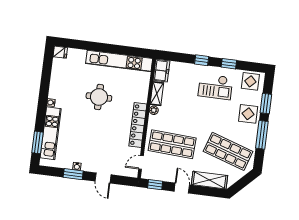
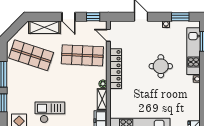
round table: (99, 97) -> (161, 66), moved
display table: (248, 114) -> (17, 92), removed
door: (141, 162) -> (108, 35), swing flipped
window: (73, 174) -> (180, 17), moved

